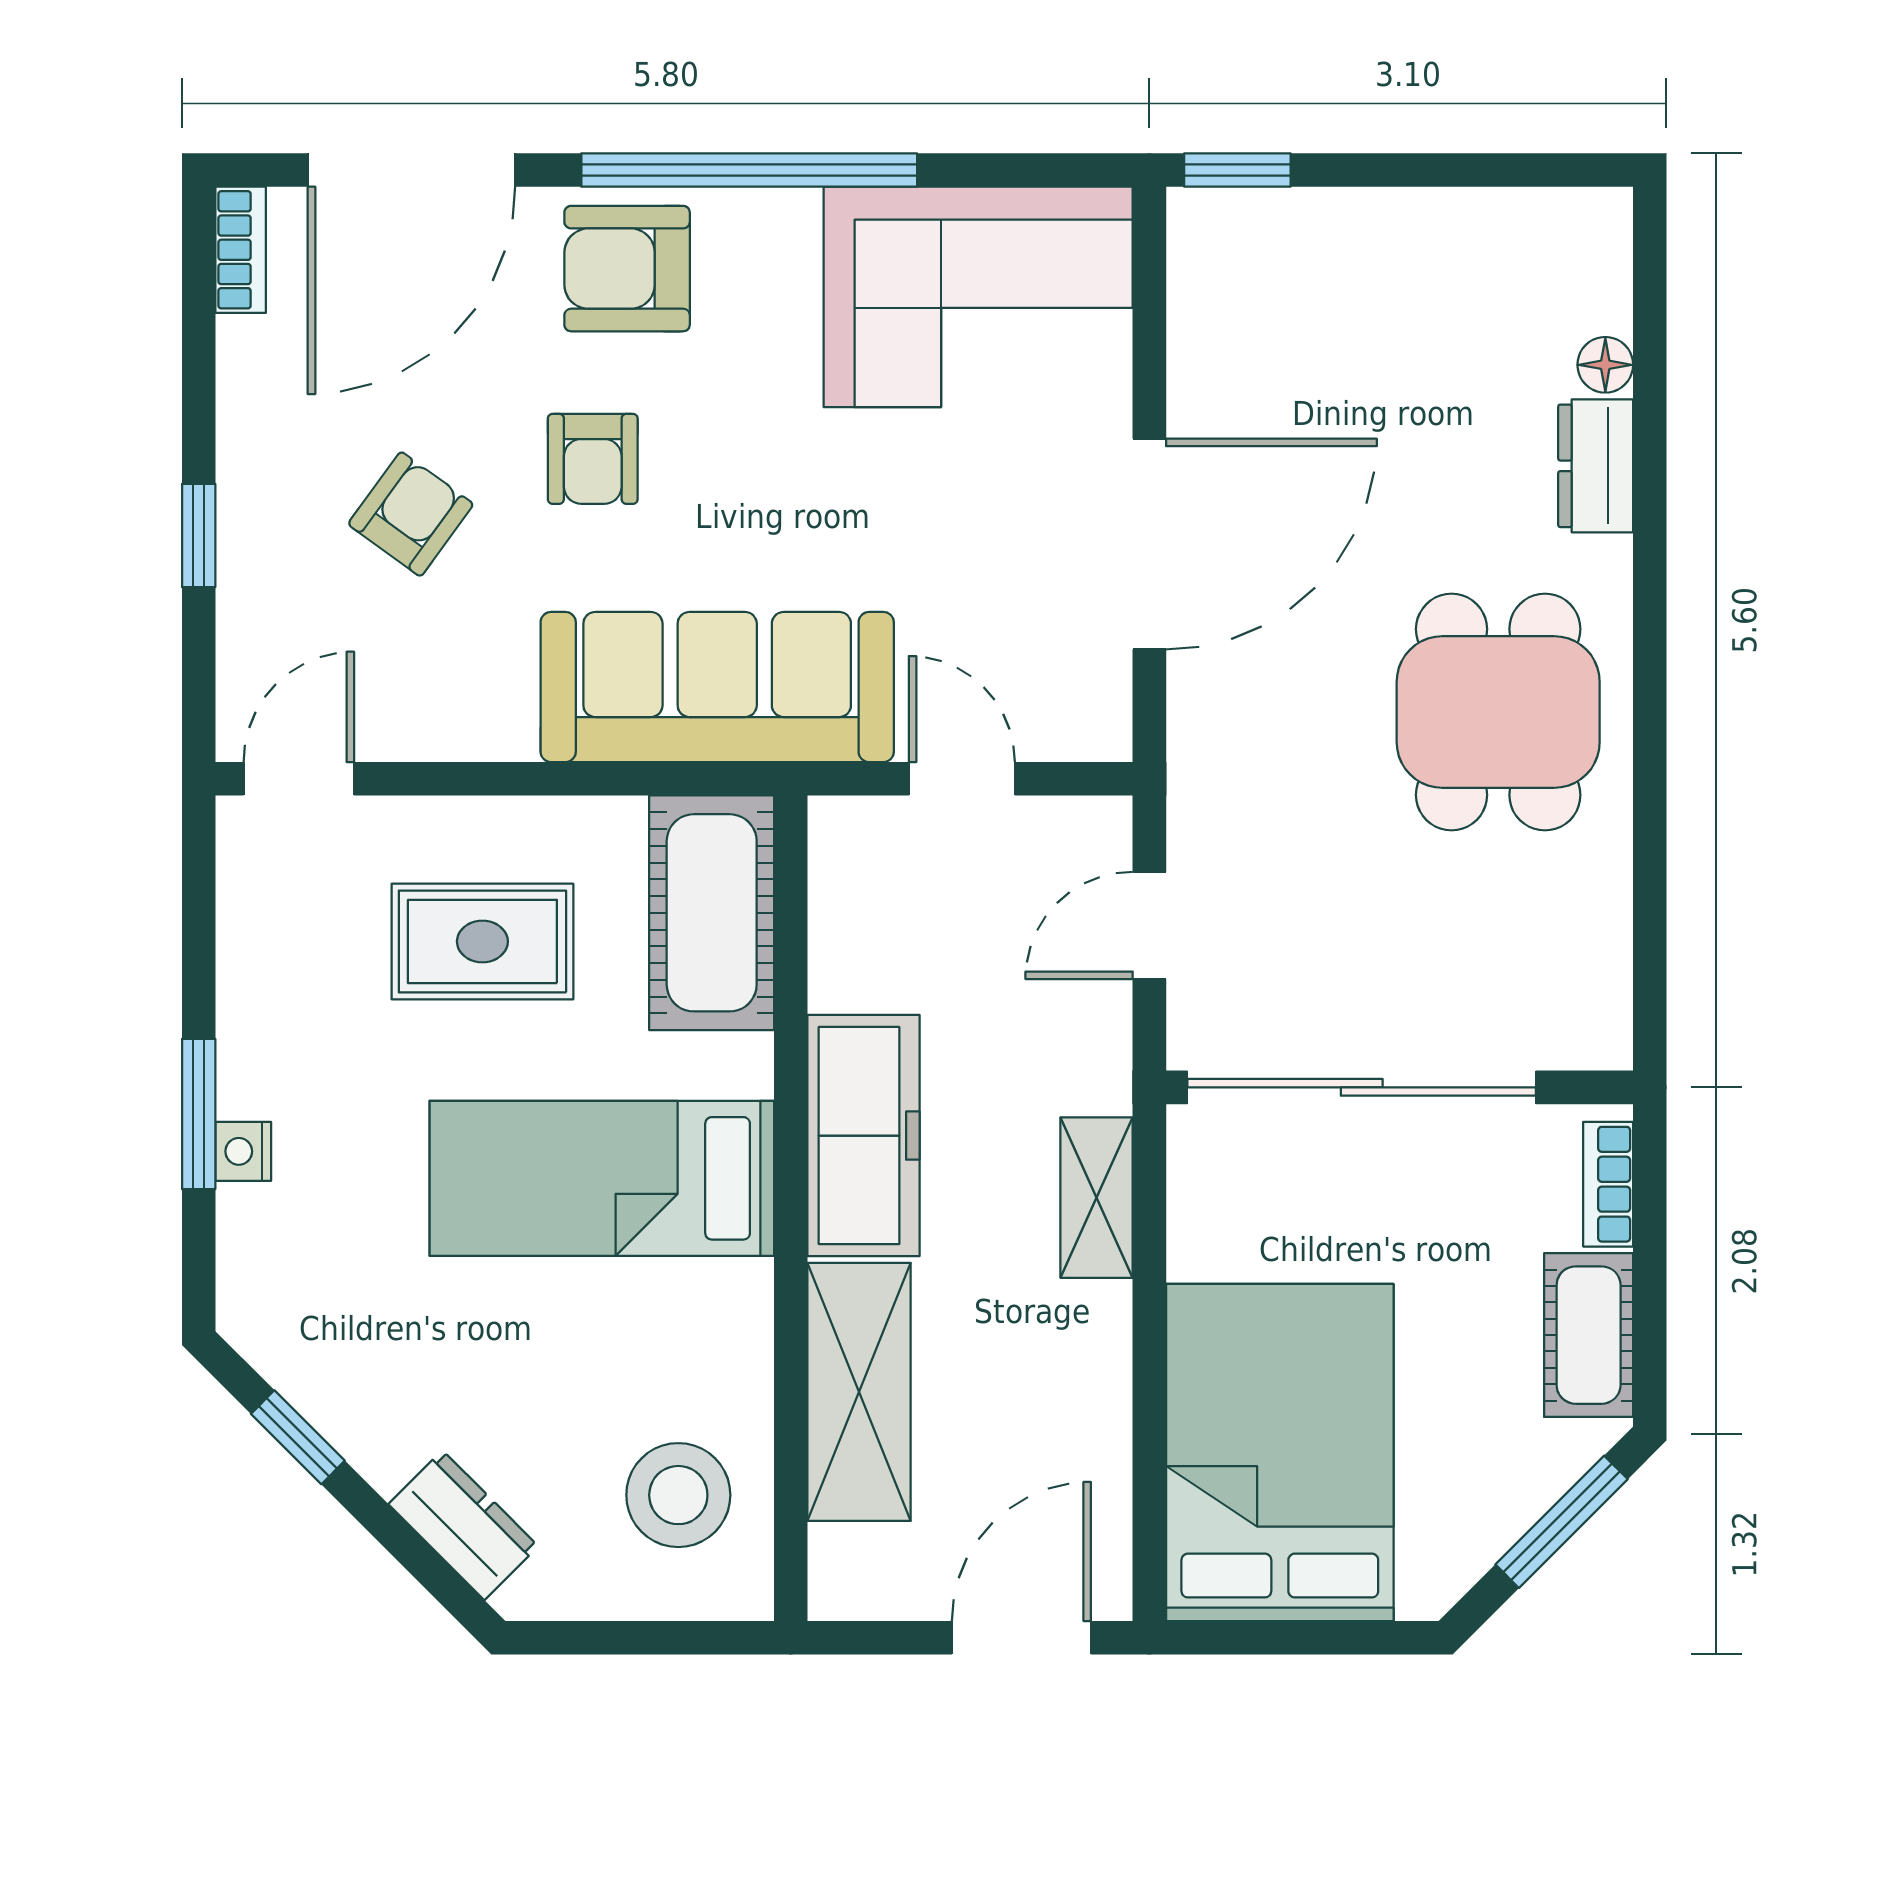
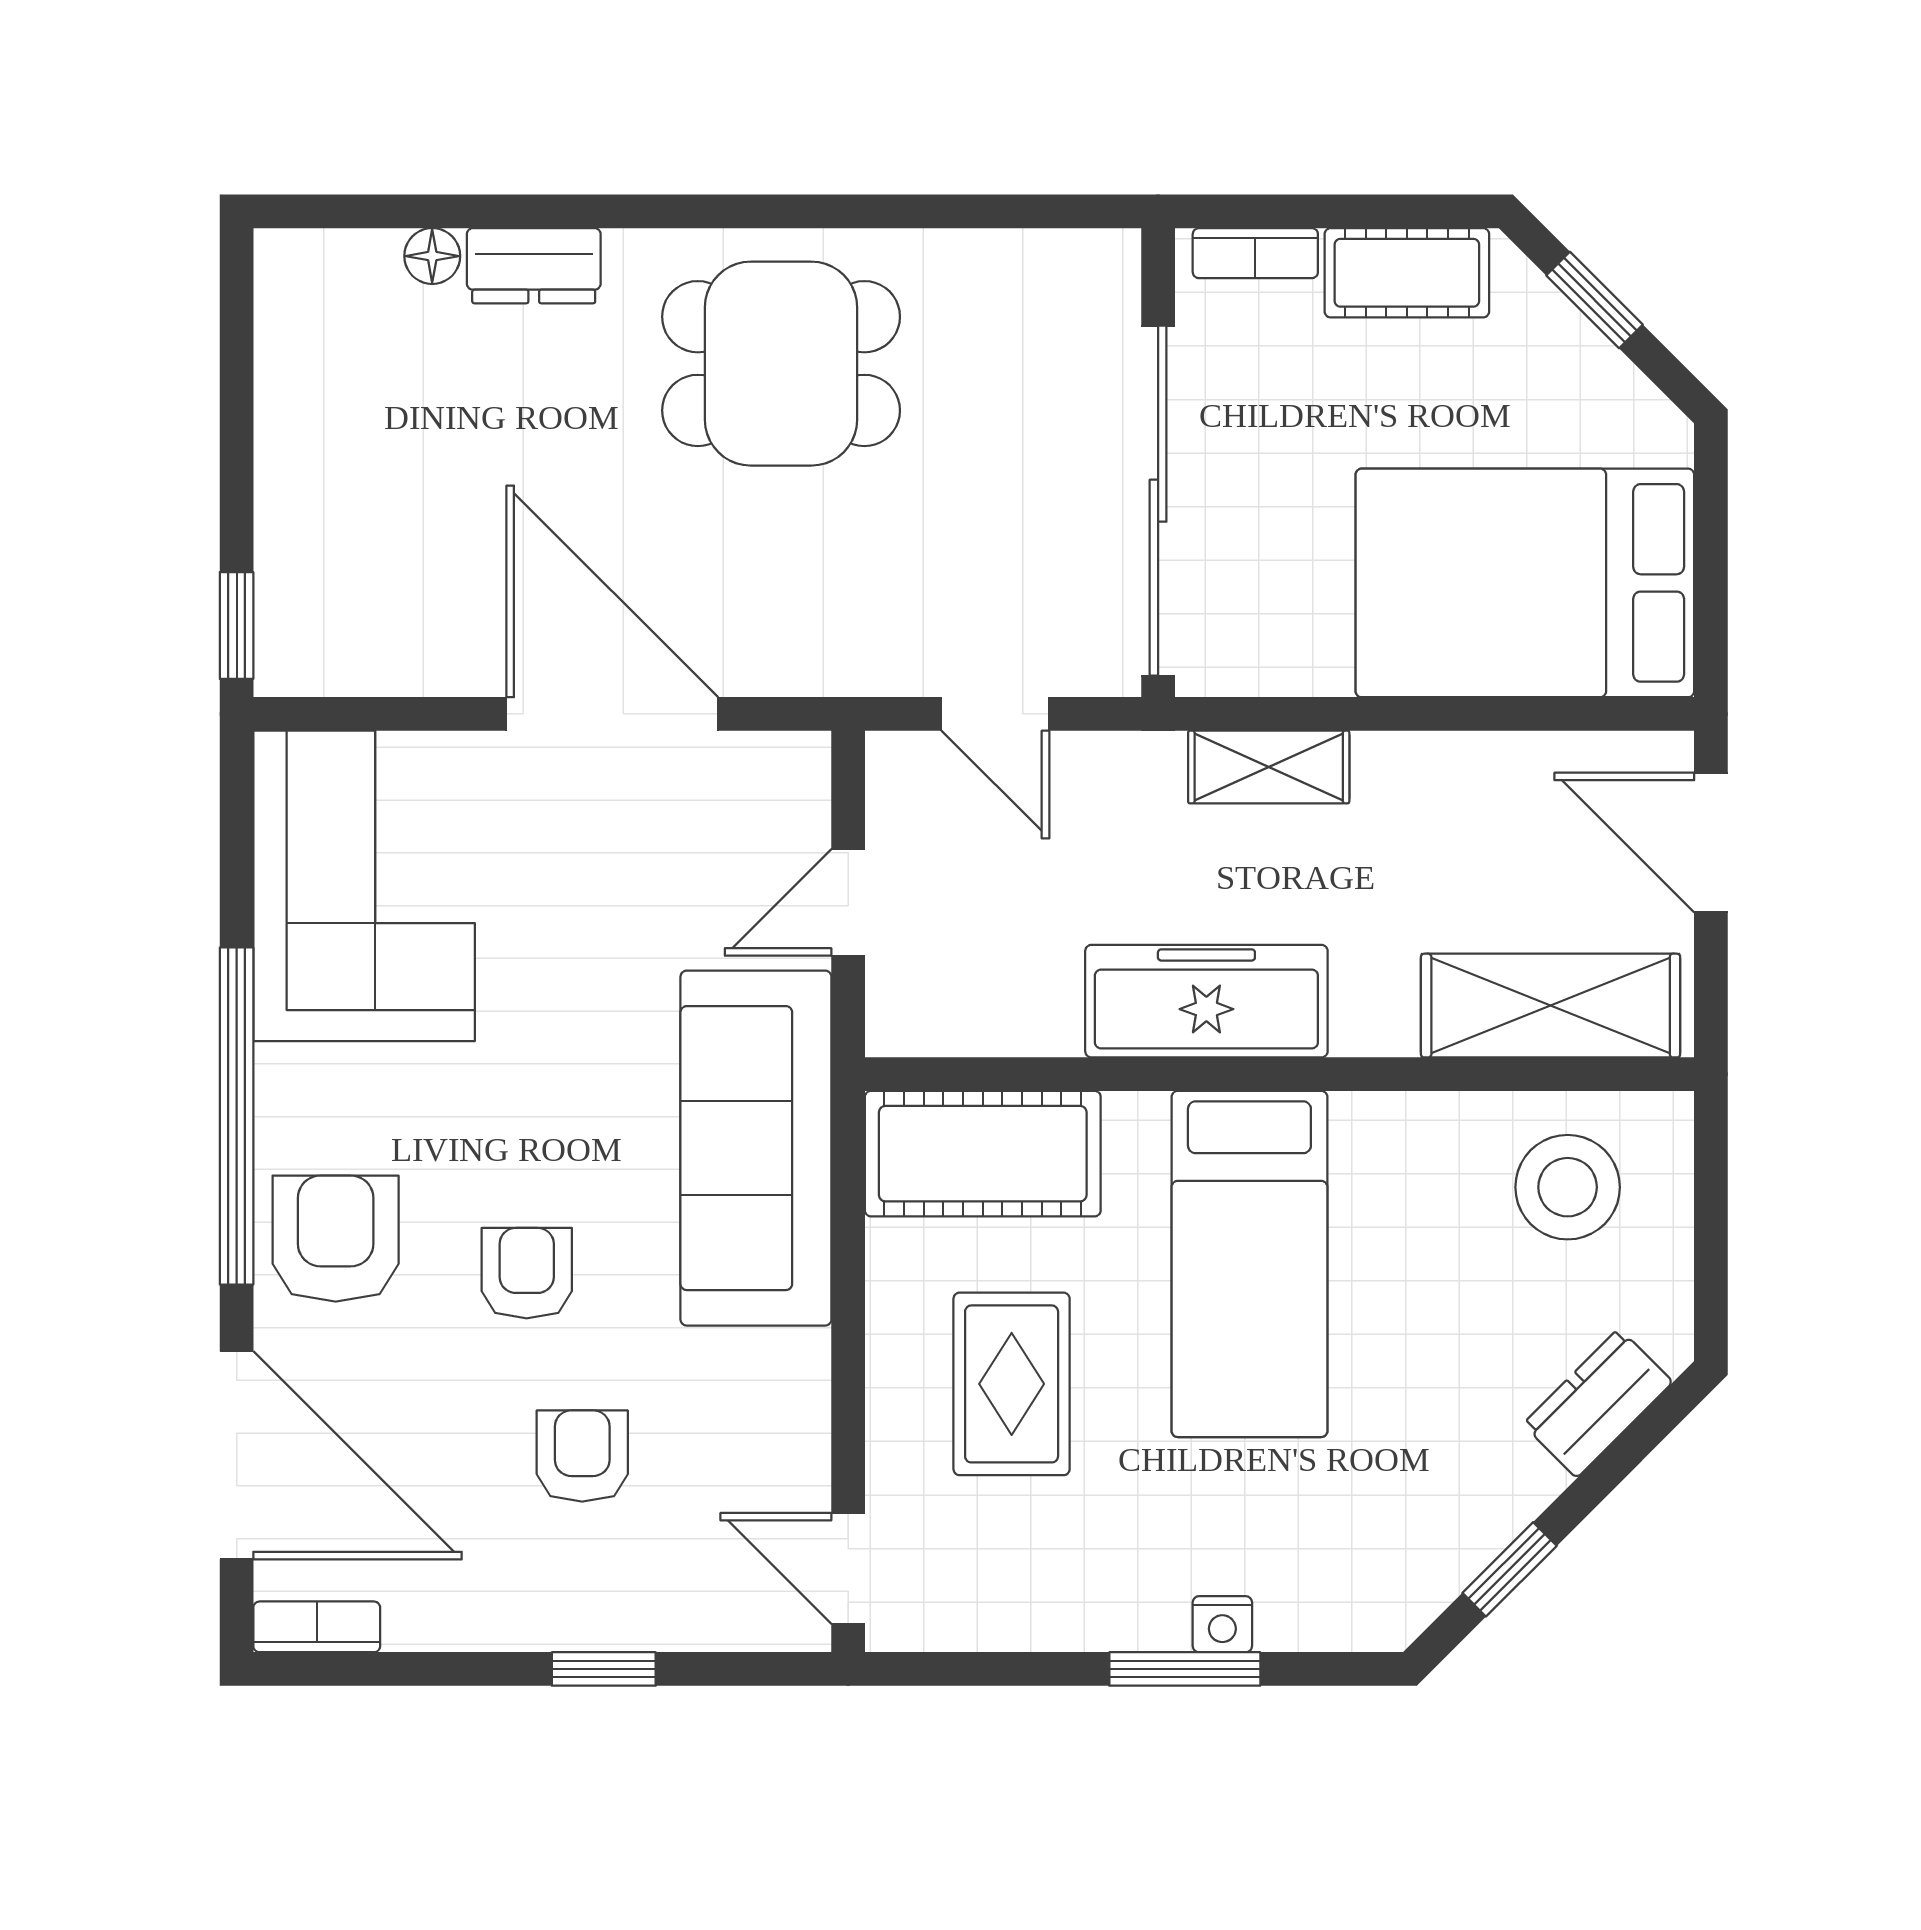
armchair: (627, 269) -> (336, 1239), turned 180
armchair: (593, 459) -> (527, 1273), turned -90
armchair: (411, 514) -> (582, 1456), turned 54
shelving: (859, 1392) -> (1551, 1006), moved
window: (1562, 1522) -> (1594, 300), width x0.67

